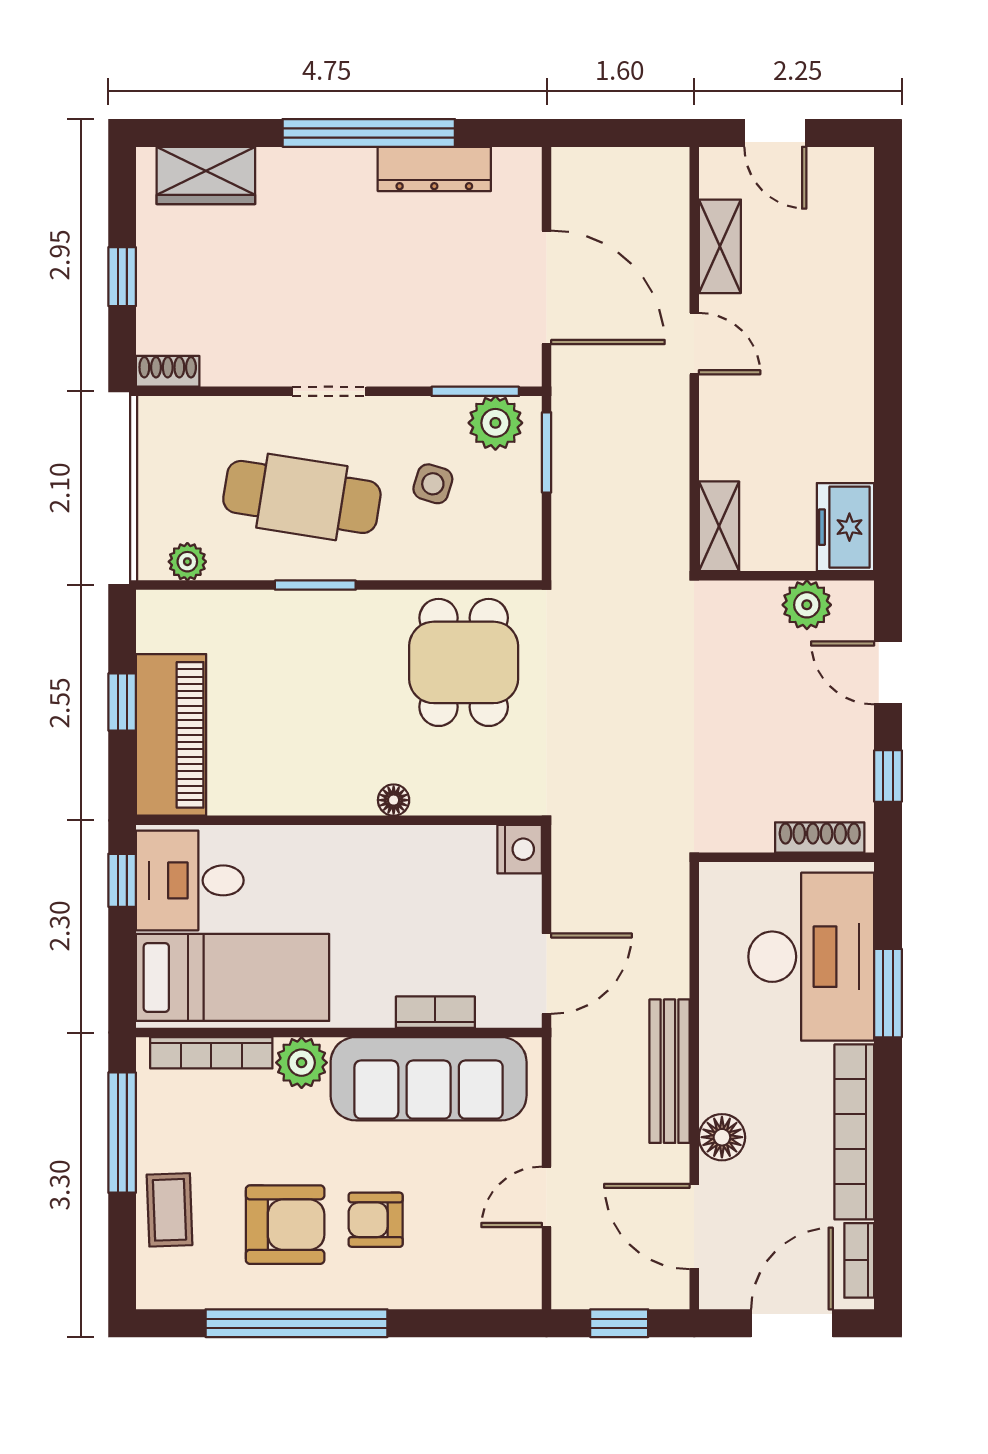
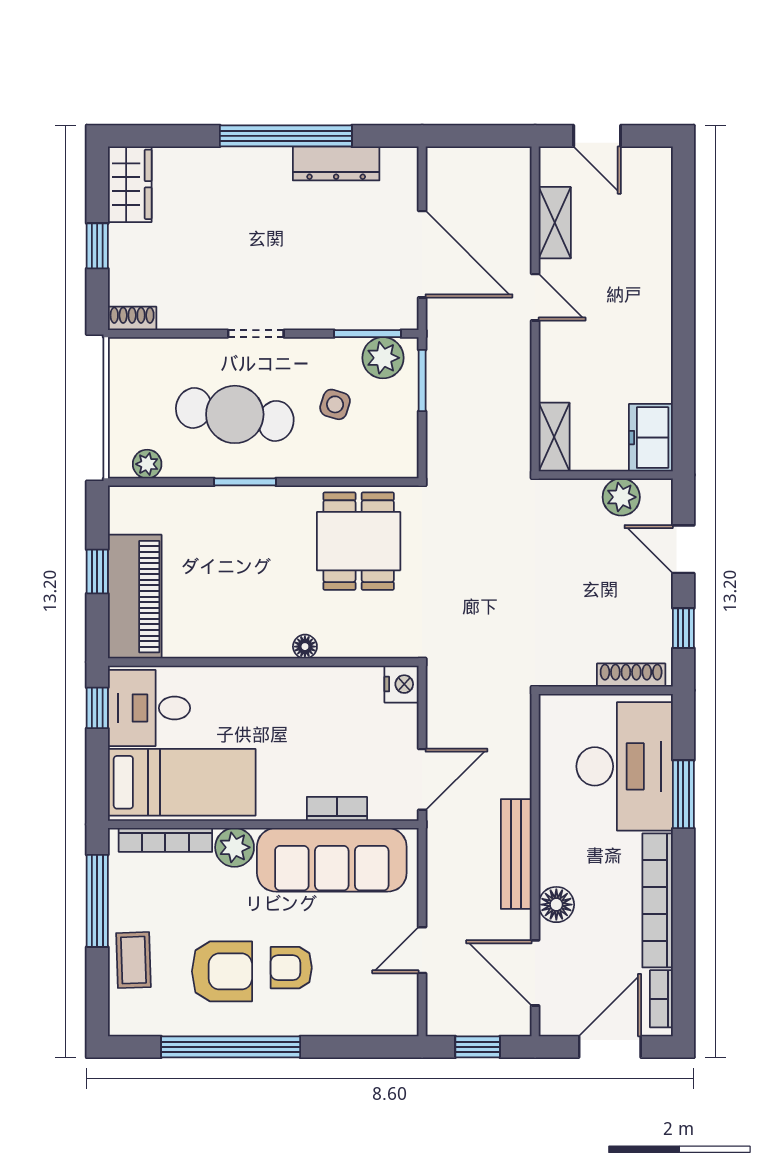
wardrobe: (206, 175) -> (130, 184), moved, turned -90

